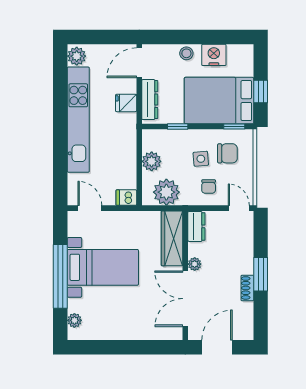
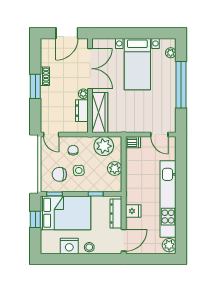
dresser: (196, 226) -> (82, 111), moved
bed with nightstands: (103, 267) -> (137, 64), moved, turned -90

